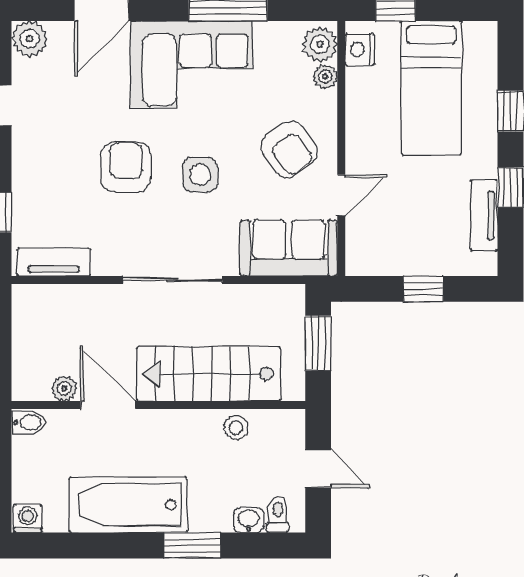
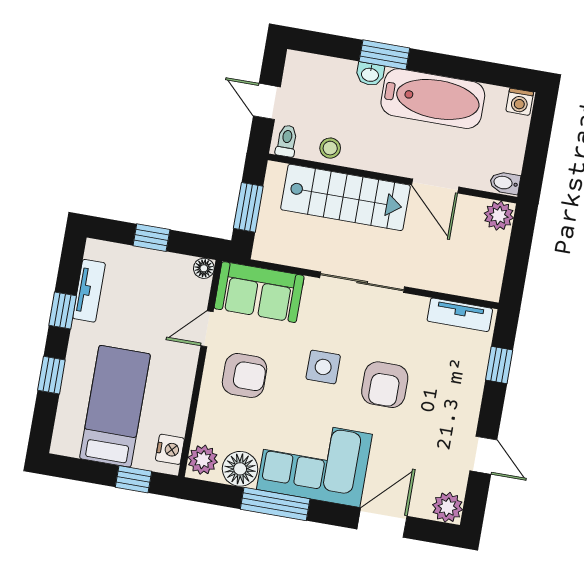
floor lamp: (275, 41) -> (240, 469), added
plant: (325, 76) -> (203, 432), removed
armchair: (289, 149) -> (244, 375), turned 126
floor lamp: (357, 264) -> (204, 268), added
plant: (64, 388) -> (499, 216), moved, width x1.38, depth x1.38
toilet: (278, 515) -> (287, 141), moved, turned 180
washbasin: (249, 520) -> (370, 74), moved

